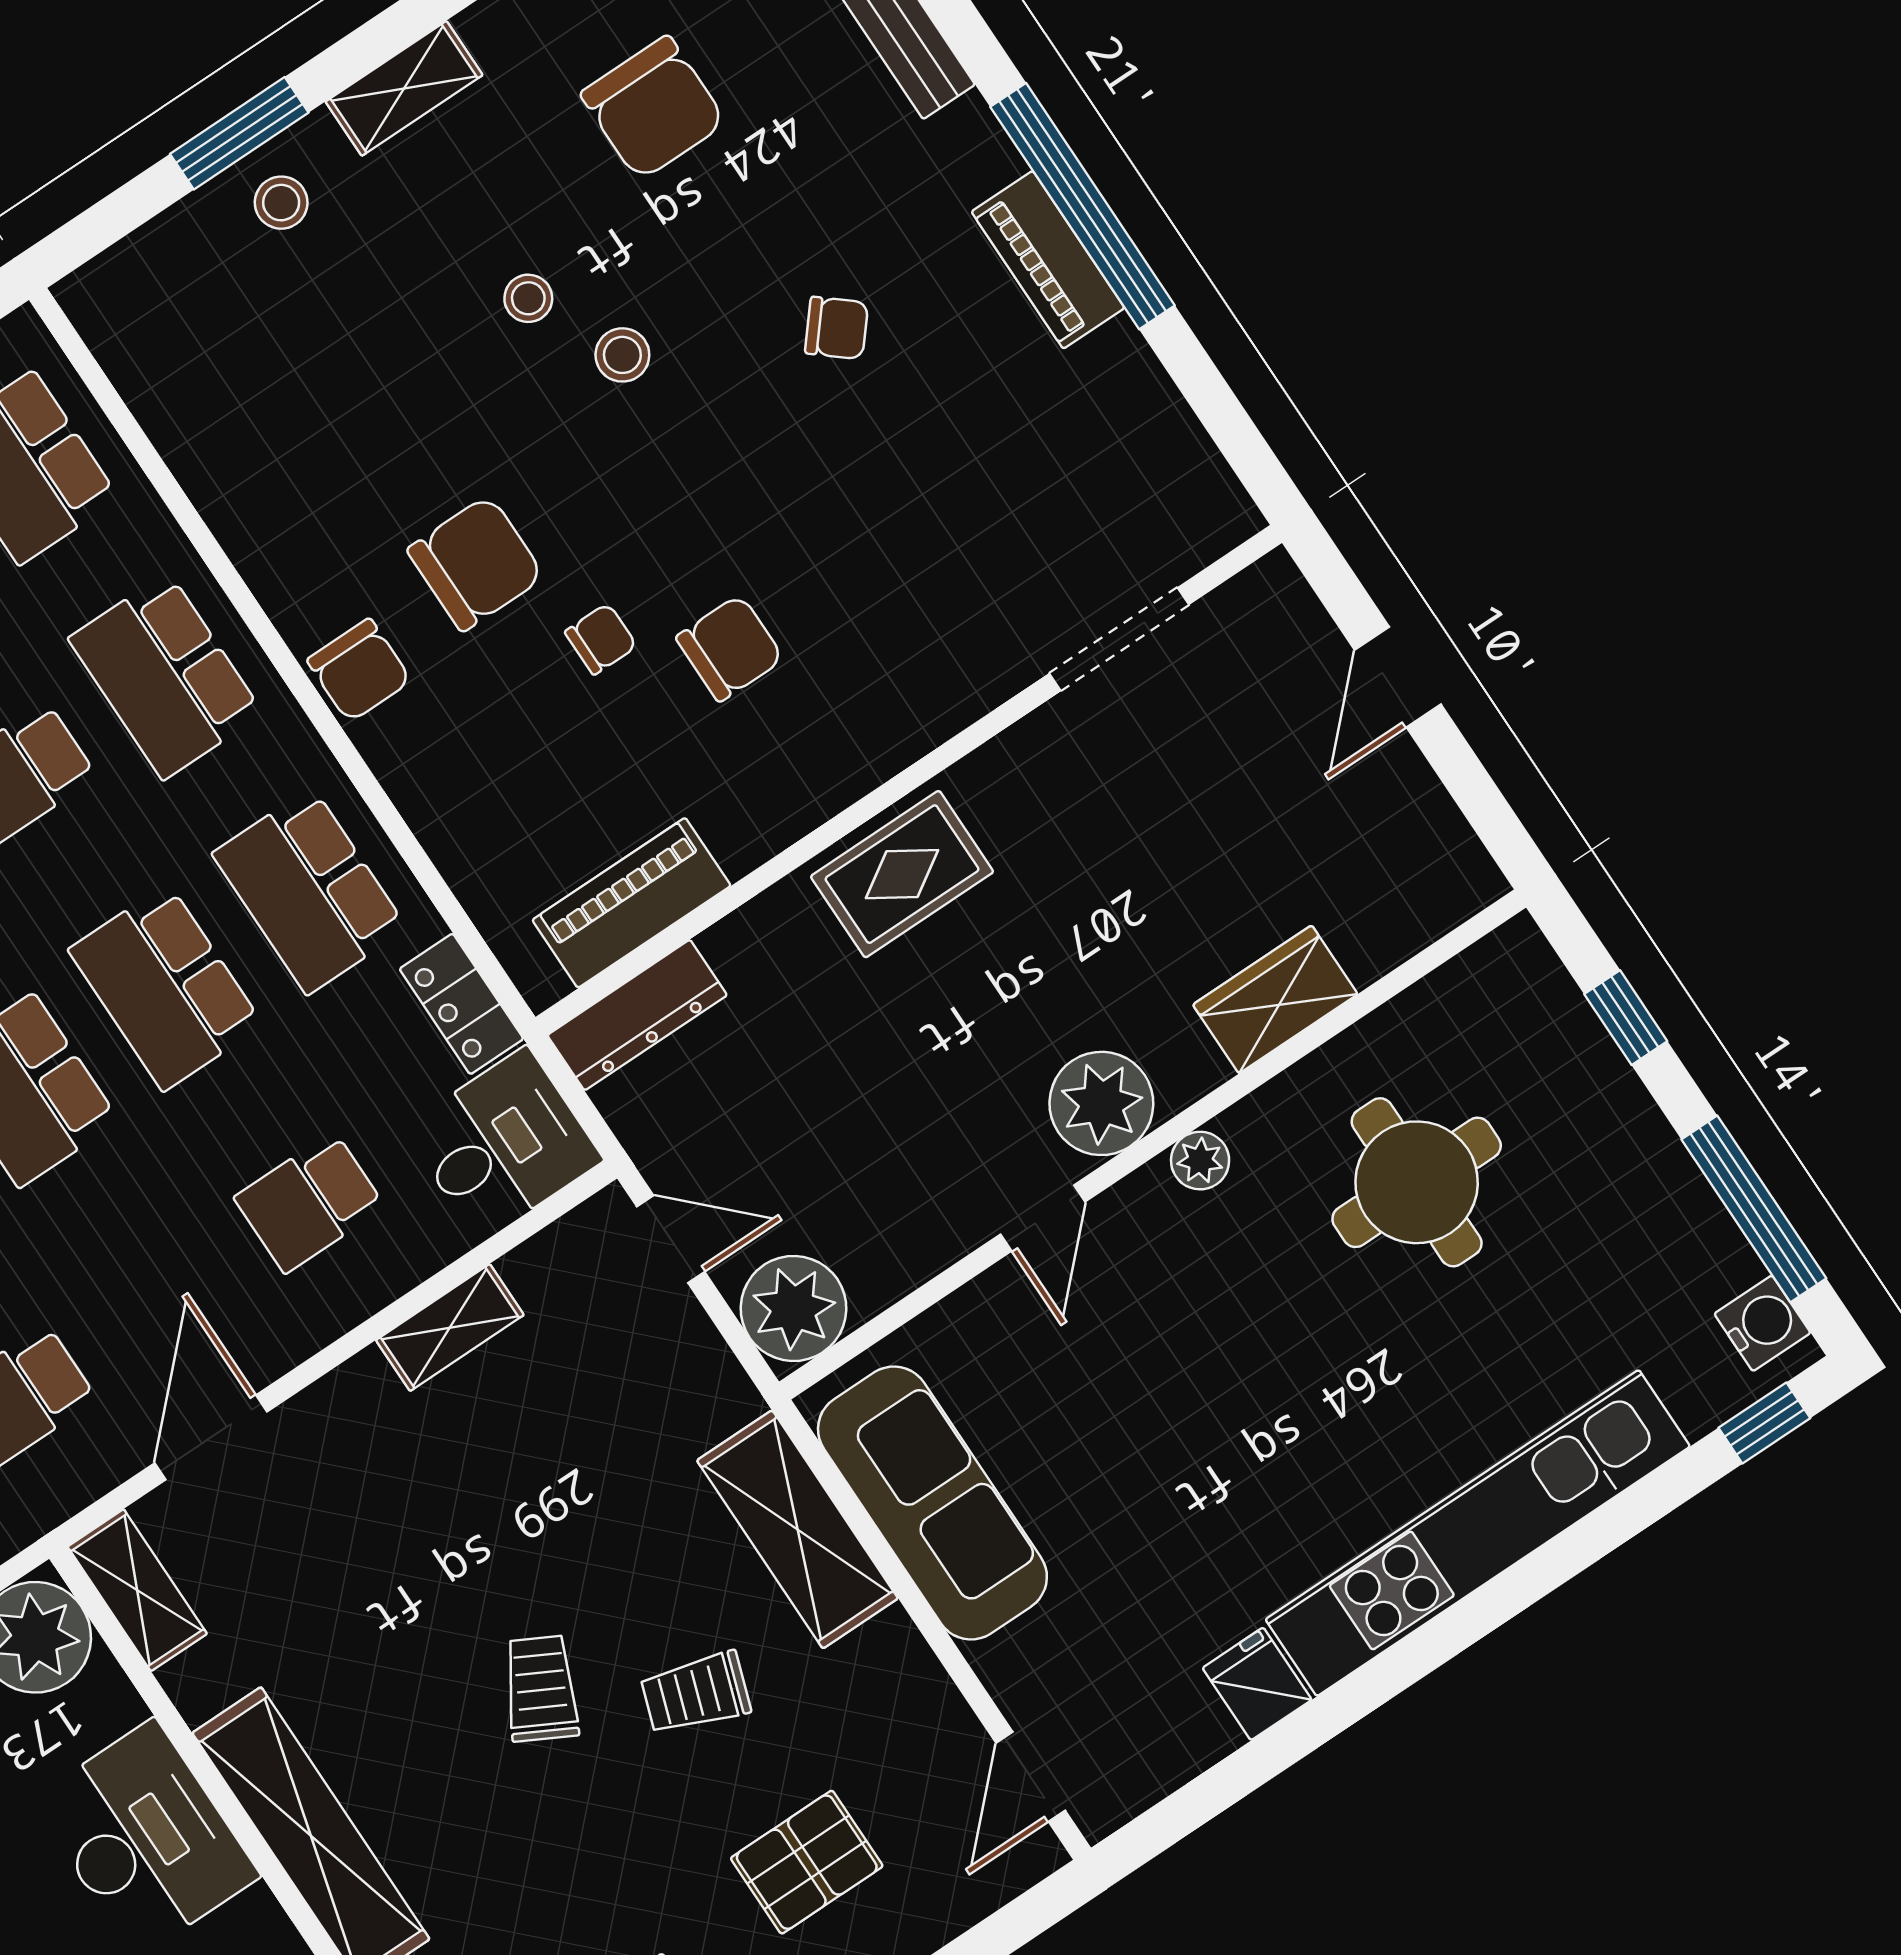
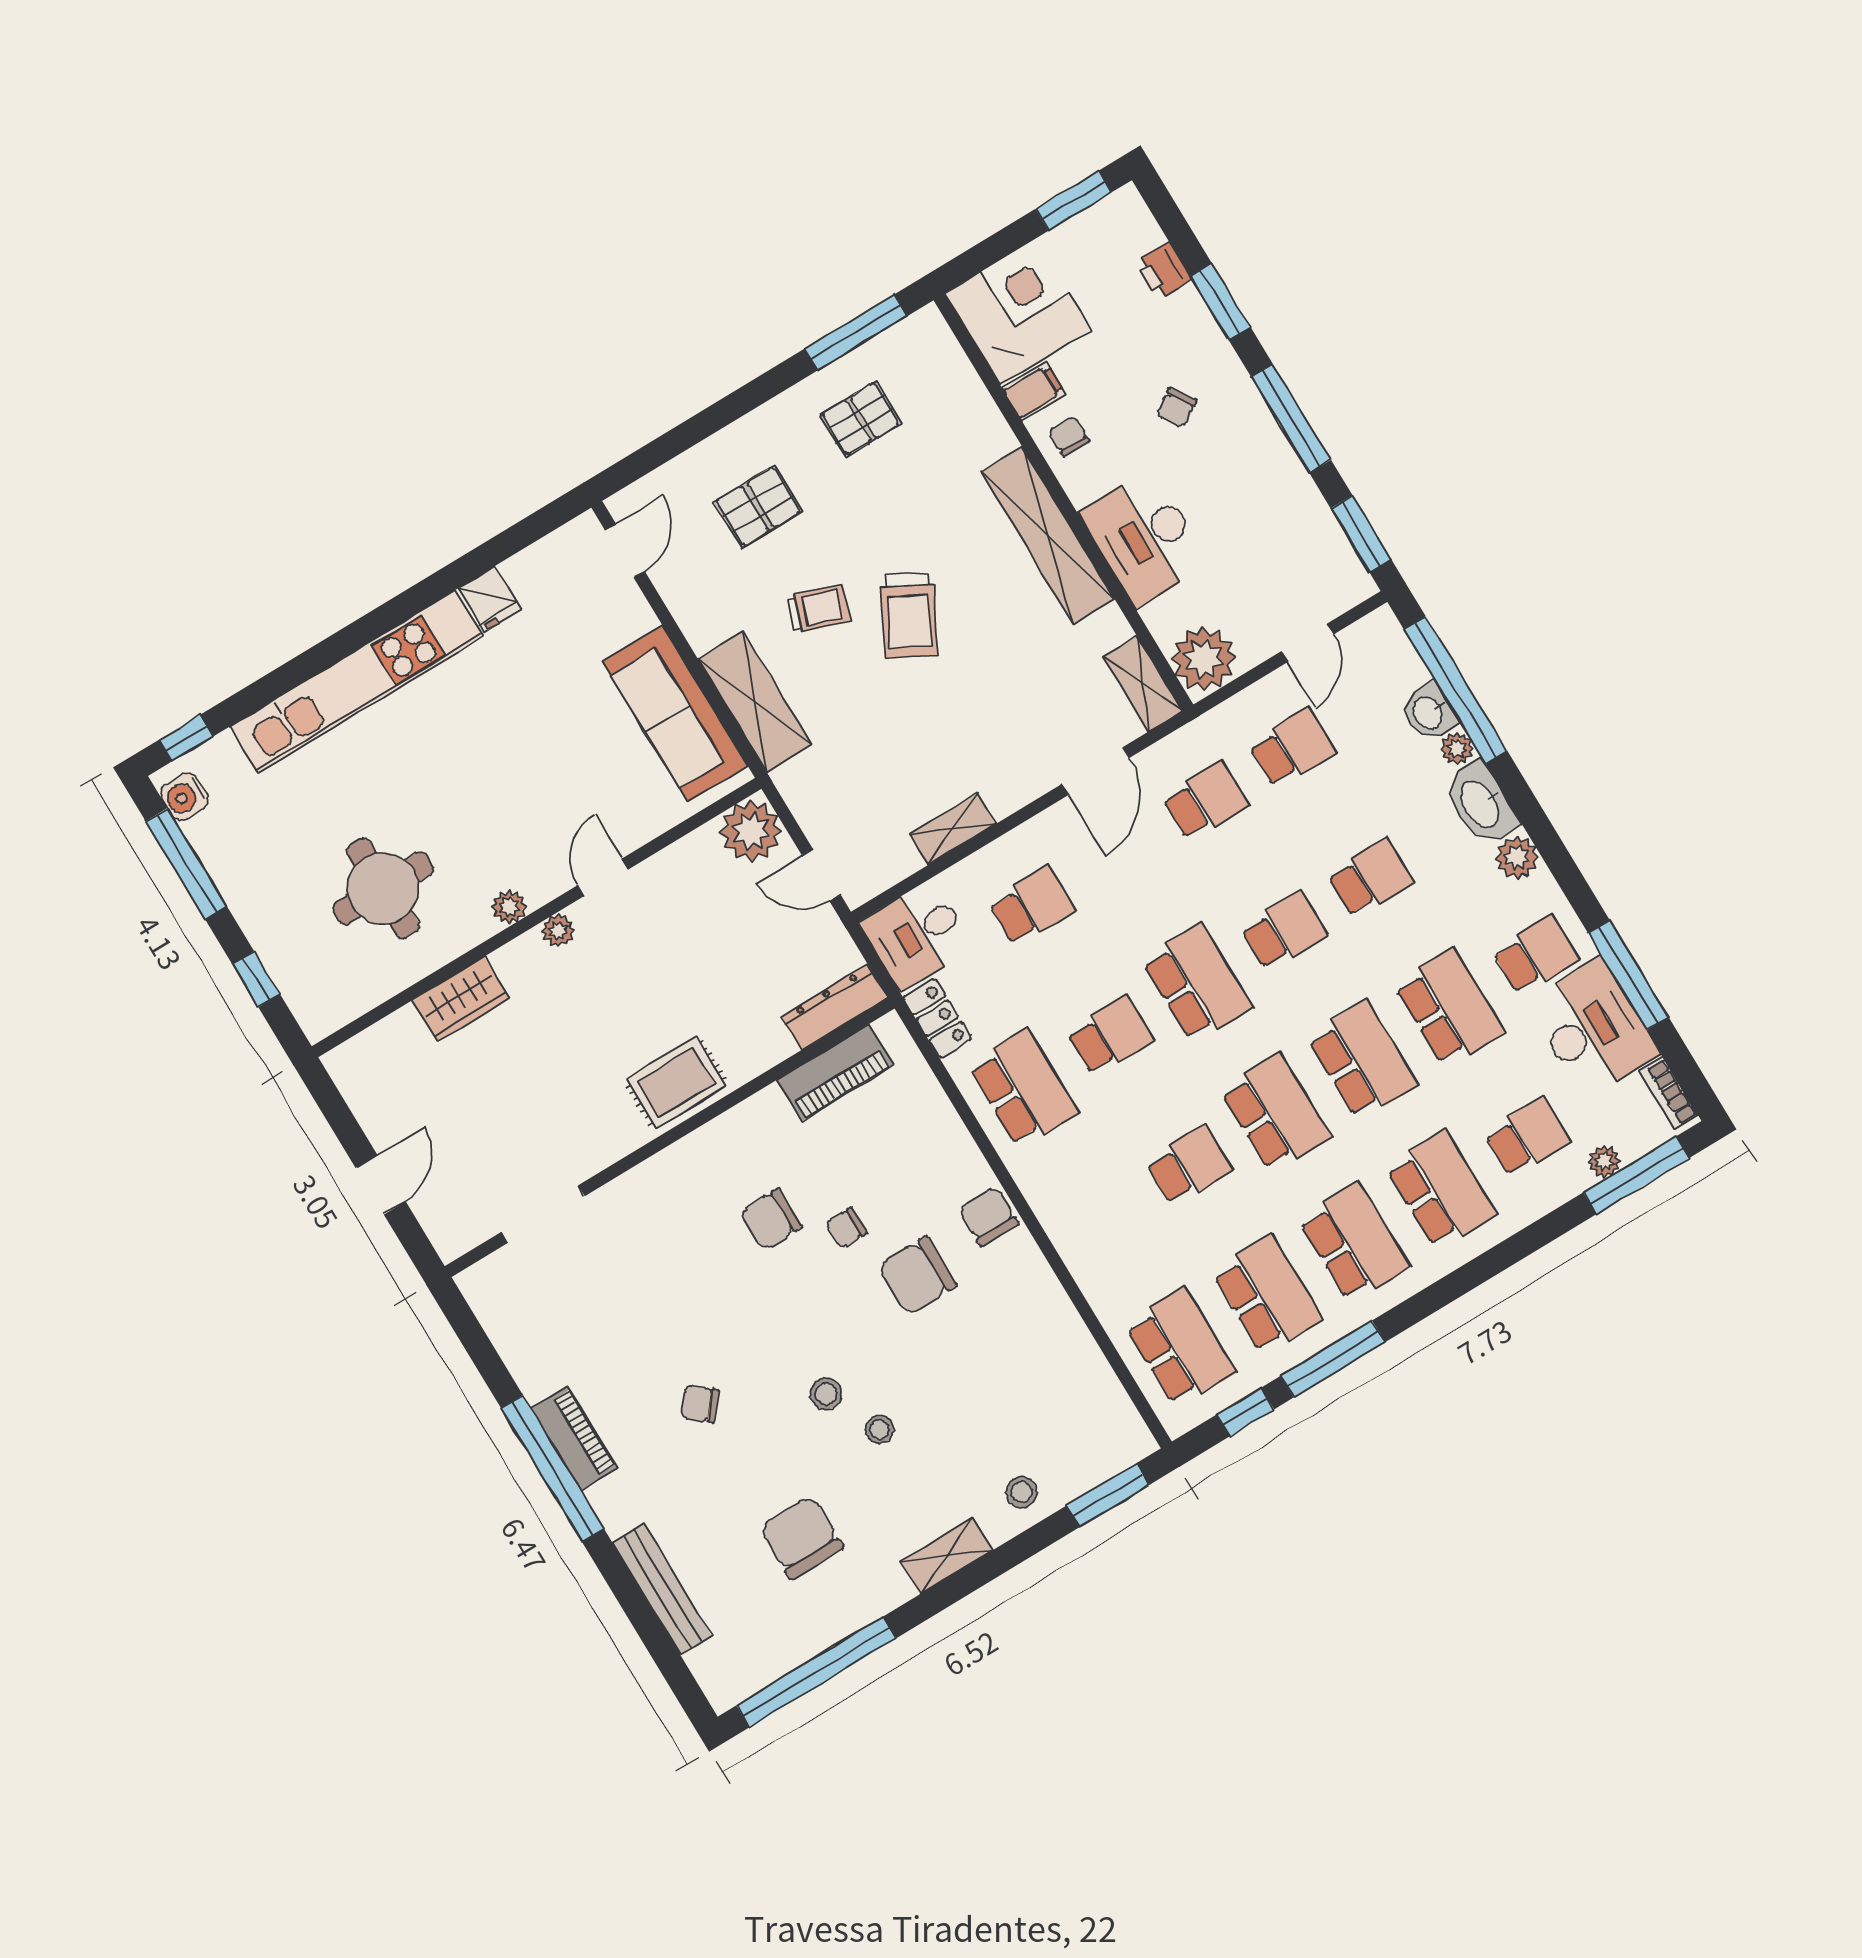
window: (239, 133) -> (1108, 1495), moved
school desk: (166, 676) -> (1102, 1218), removed
school desk: (166, 987) -> (1110, 1036), width x0.54
plant: (1101, 1103) -> (558, 931), width x0.53, depth x0.53
trolley: (541, 1689) -> (909, 615), width x1.36, depth x1.39

